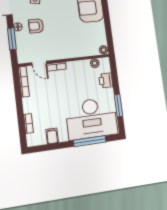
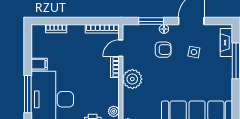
armchair: (36, 26) -> (163, 50), turned 90
plant: (65, 50) -> (132, 79), added
filing cabinet: (52, 136) -> (39, 64), moved

